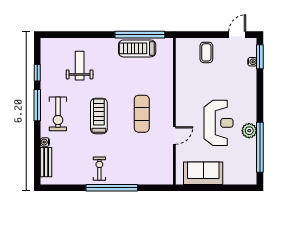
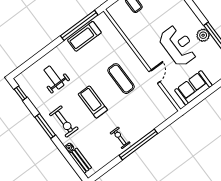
window: (37, 73) -> (21, 93), moved

